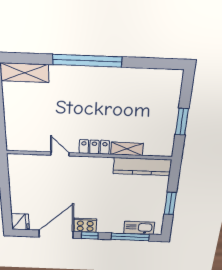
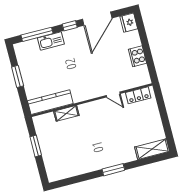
window: (87, 61) -> (113, 170), width x0.47
locker: (94, 147) -> (138, 95), moved
cooker: (85, 225) -> (137, 56), moved, turned 90
kitchen sink: (139, 228) -> (51, 41), moved

